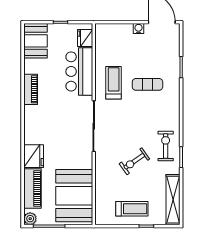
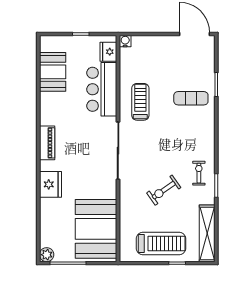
water cooler: (139, 29) -> (125, 41), moved
booth: (35, 41) -> (53, 72), moved
exercise mat: (147, 84) -> (191, 98), moved
piano: (31, 89) -> (47, 143), moved
exercise bike: (166, 146) -> (199, 173), width x0.73, depth x0.72
piano: (32, 188) -> (49, 221), removed
treadmill: (132, 209) -> (161, 244), width x1.37, depth x1.38

